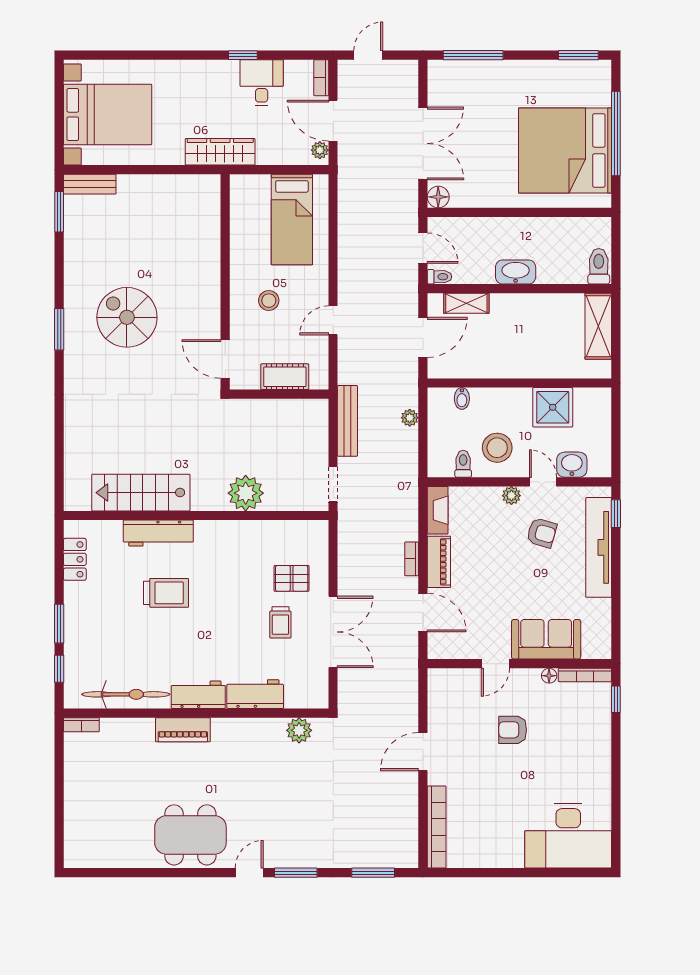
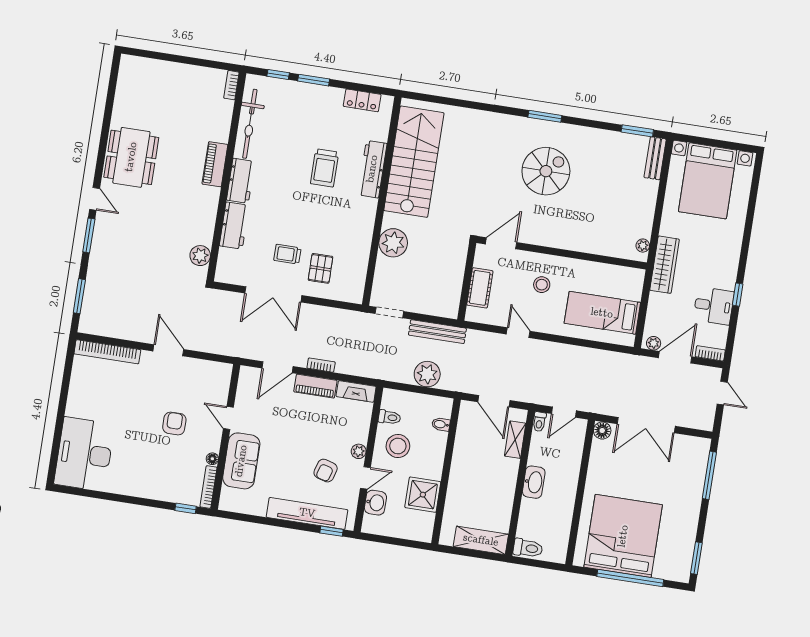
plant: (201, 183) -> (643, 246), added
plant: (410, 418) -> (427, 374), width x1.88, depth x1.88
stairs: (141, 493) -> (414, 162), width x1.36, depth x1.51

